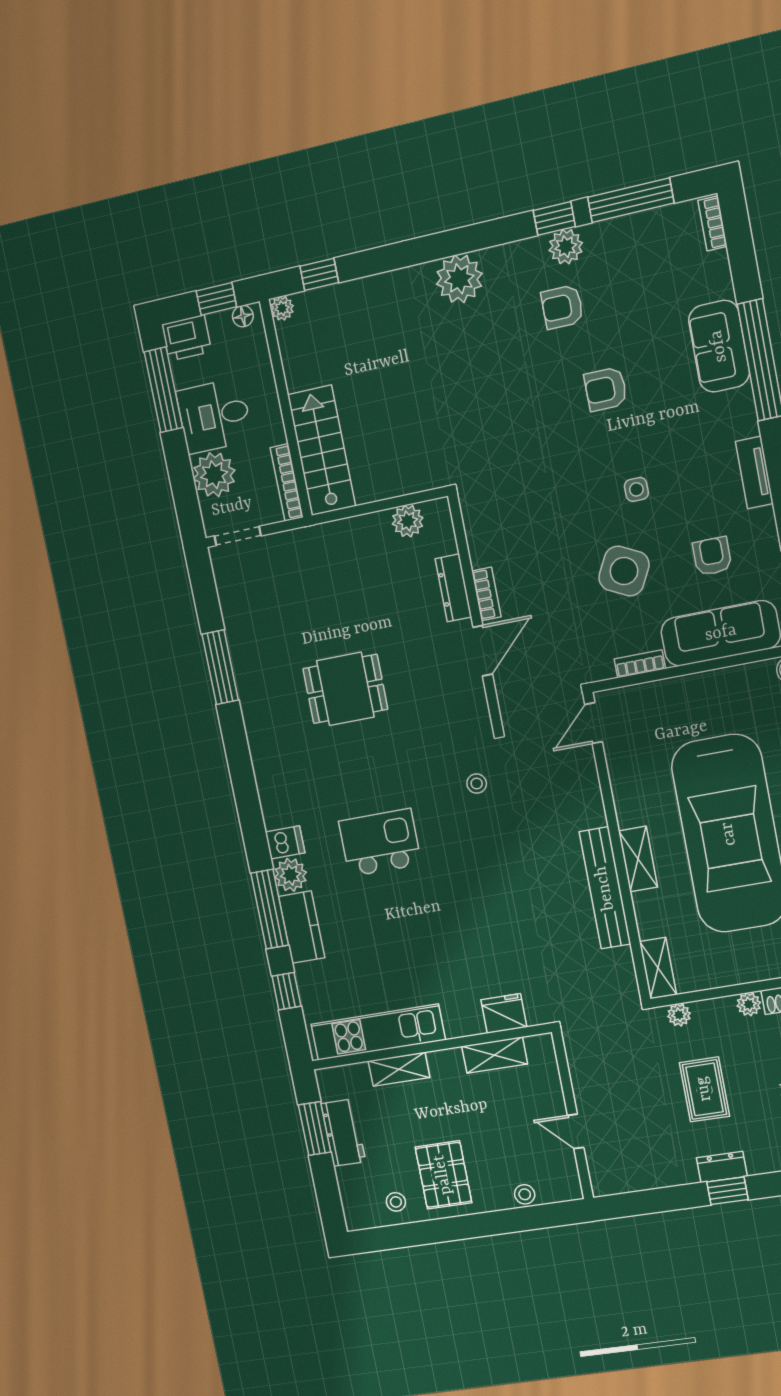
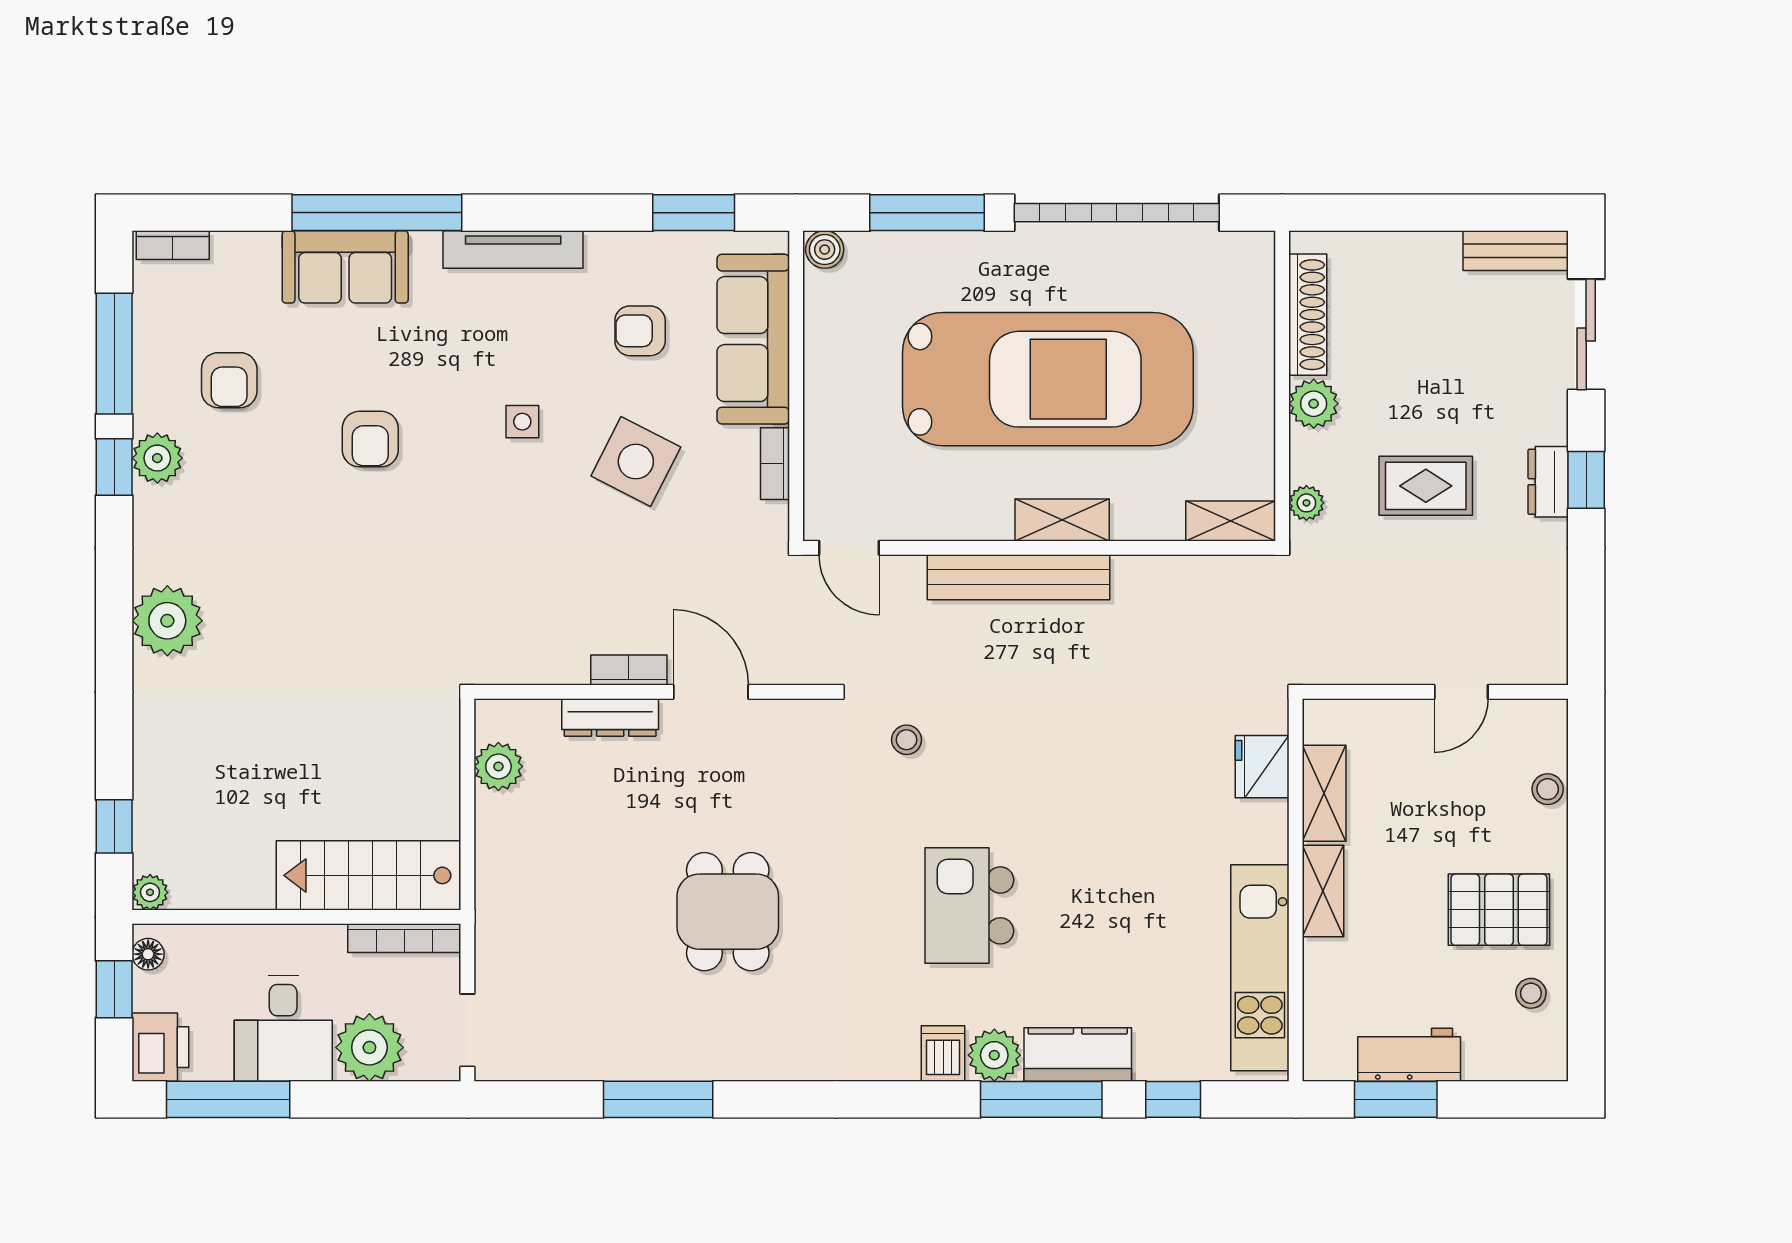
armchair: (562, 307) -> (229, 380), moved
tv unit: (754, 473) -> (513, 249), width x1.41
bench: (605, 888) -> (1018, 577), moved
plant: (749, 1004) -> (1314, 404), width x1.38, depth x1.38
shelving: (399, 1069) -> (1323, 891), moved

